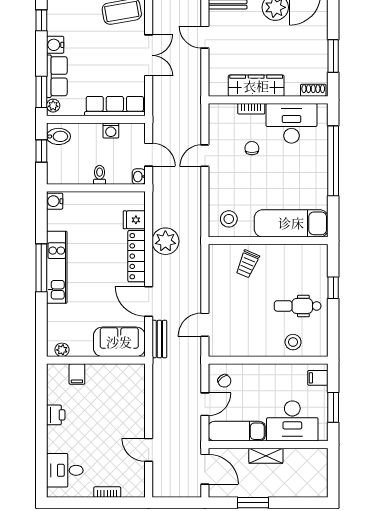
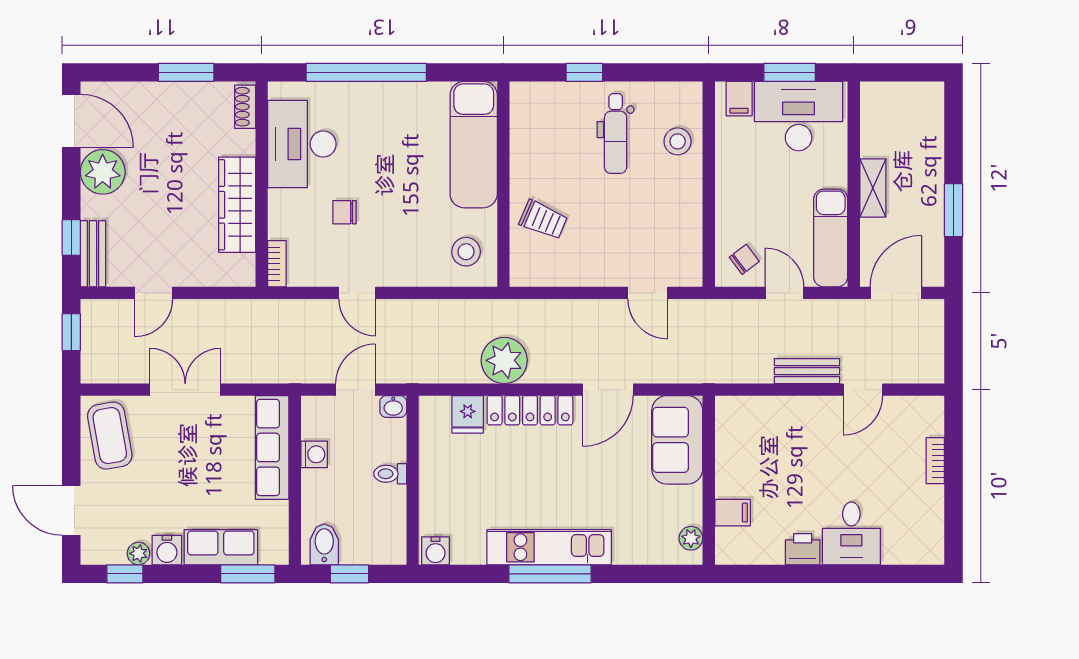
plant: (53, 106) -> (139, 553), moved
bookcase: (251, 109) -> (277, 264), moved
bench: (159, 339) -> (807, 371), moved
desk: (292, 421) -> (799, 116), moved, turned -90
desk: (65, 470) -> (851, 533), moved

